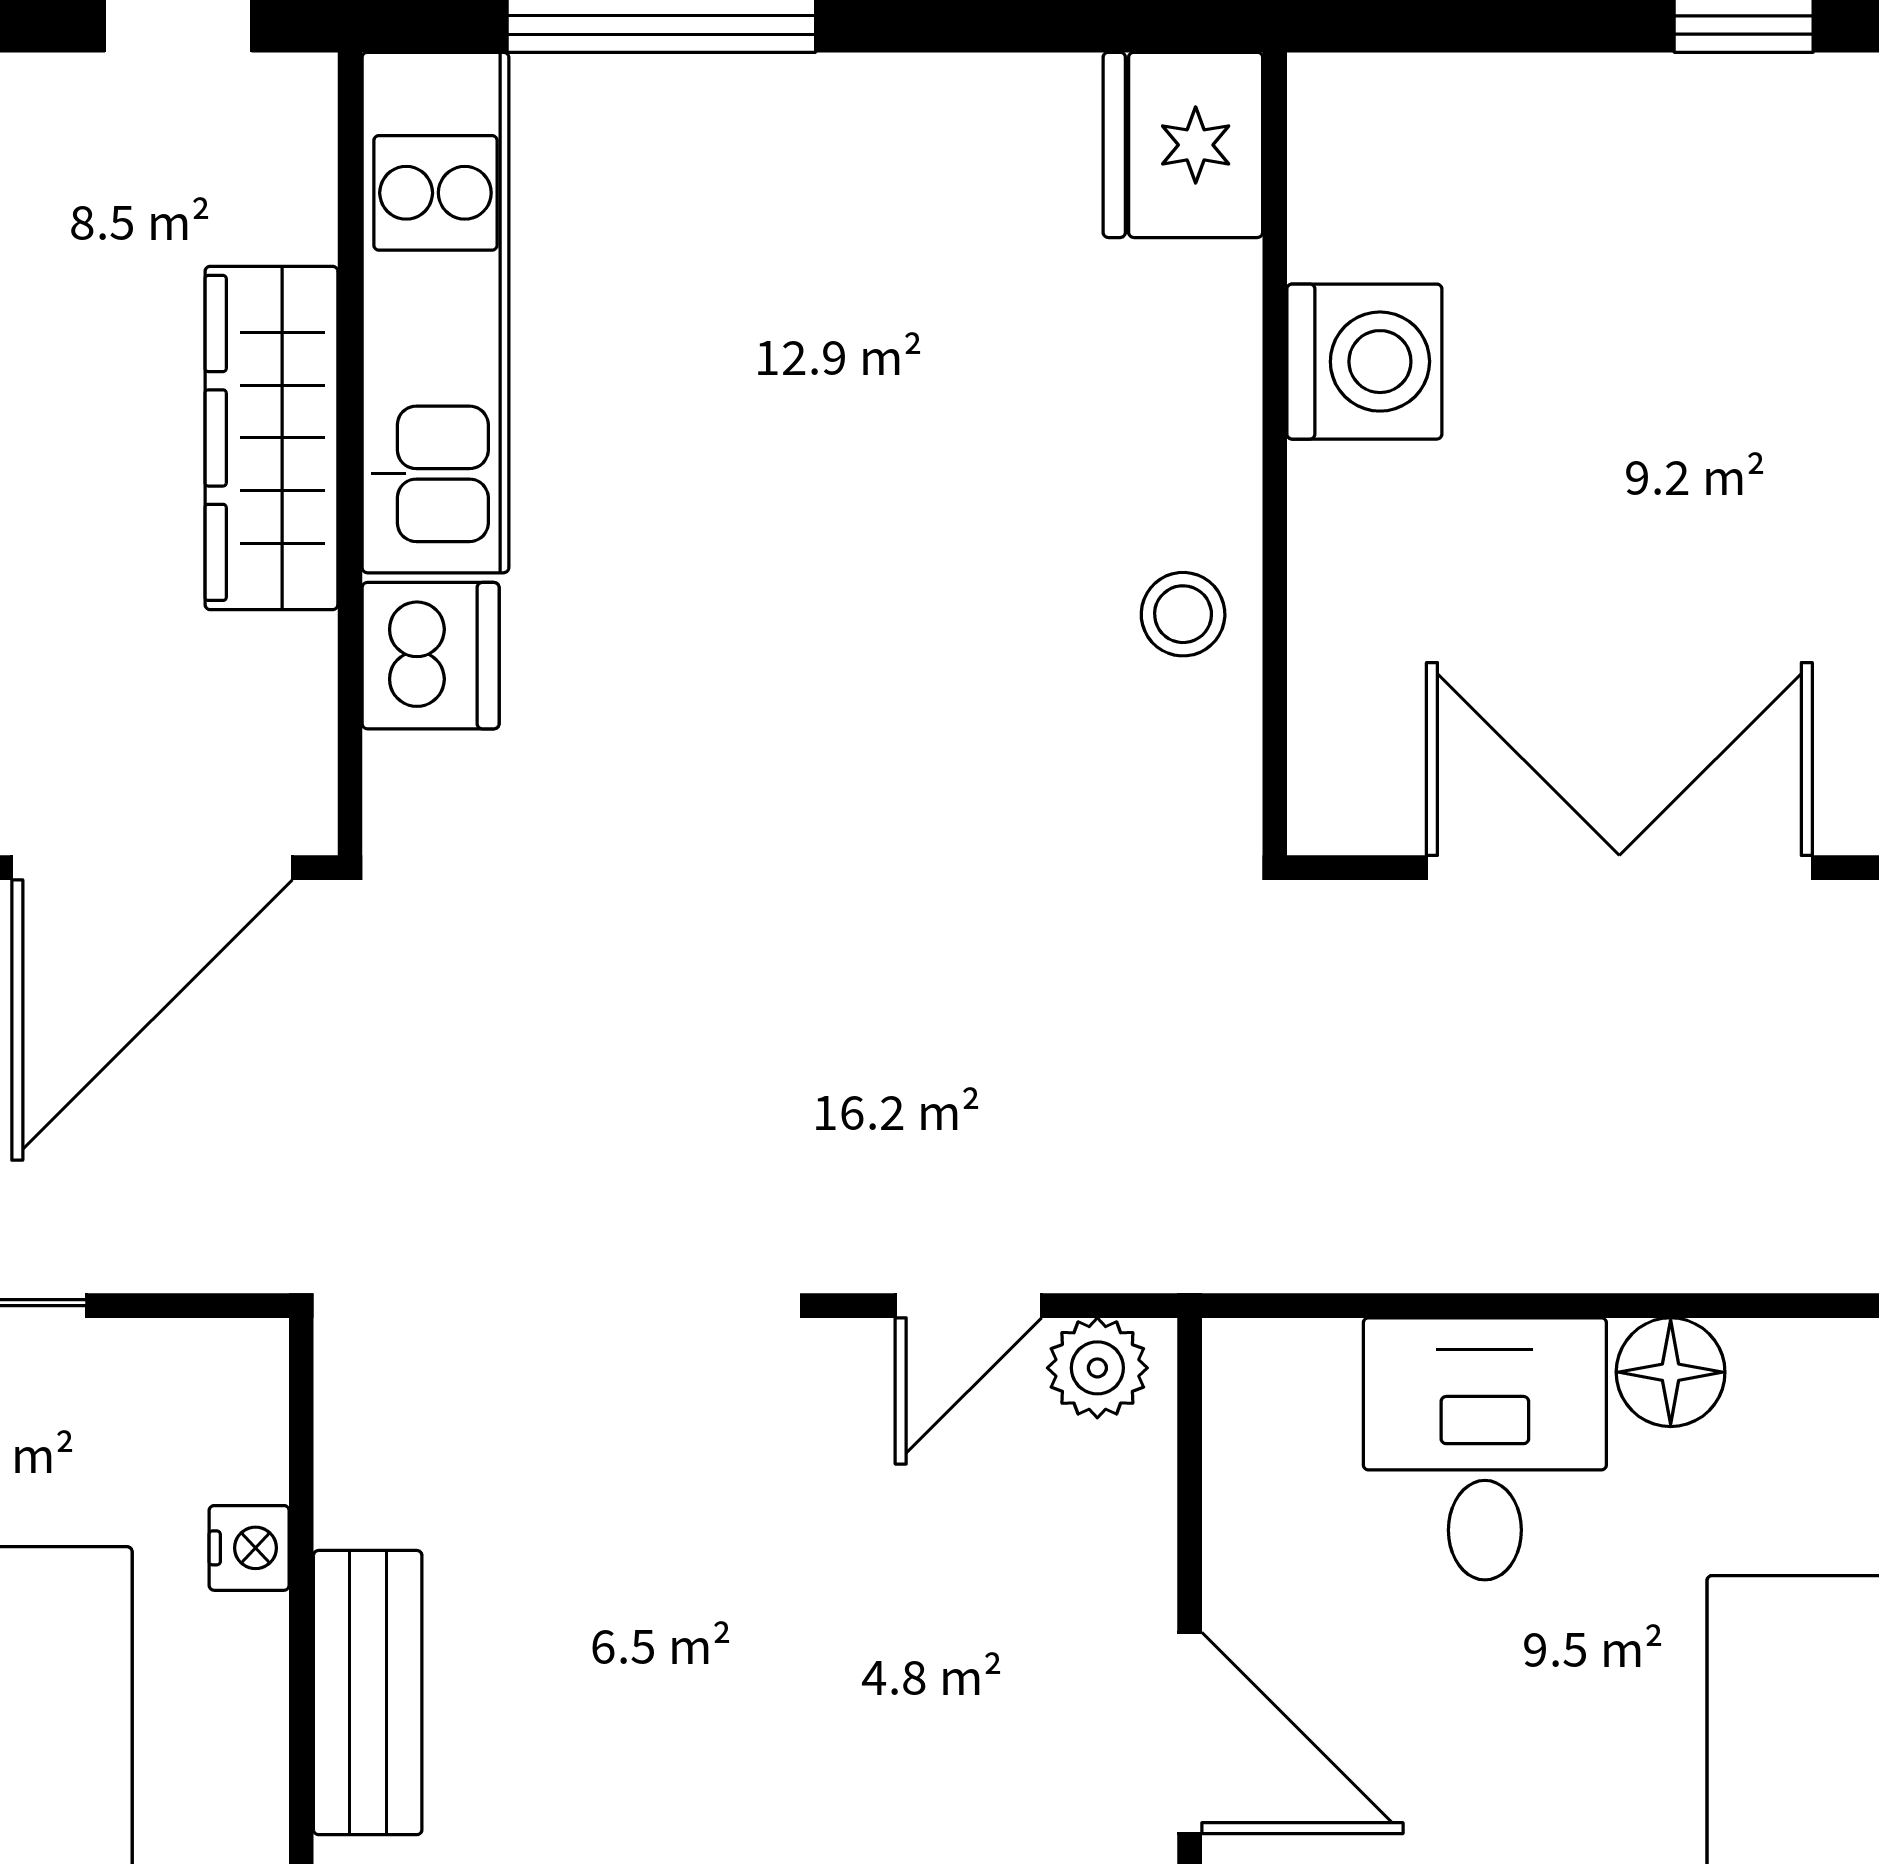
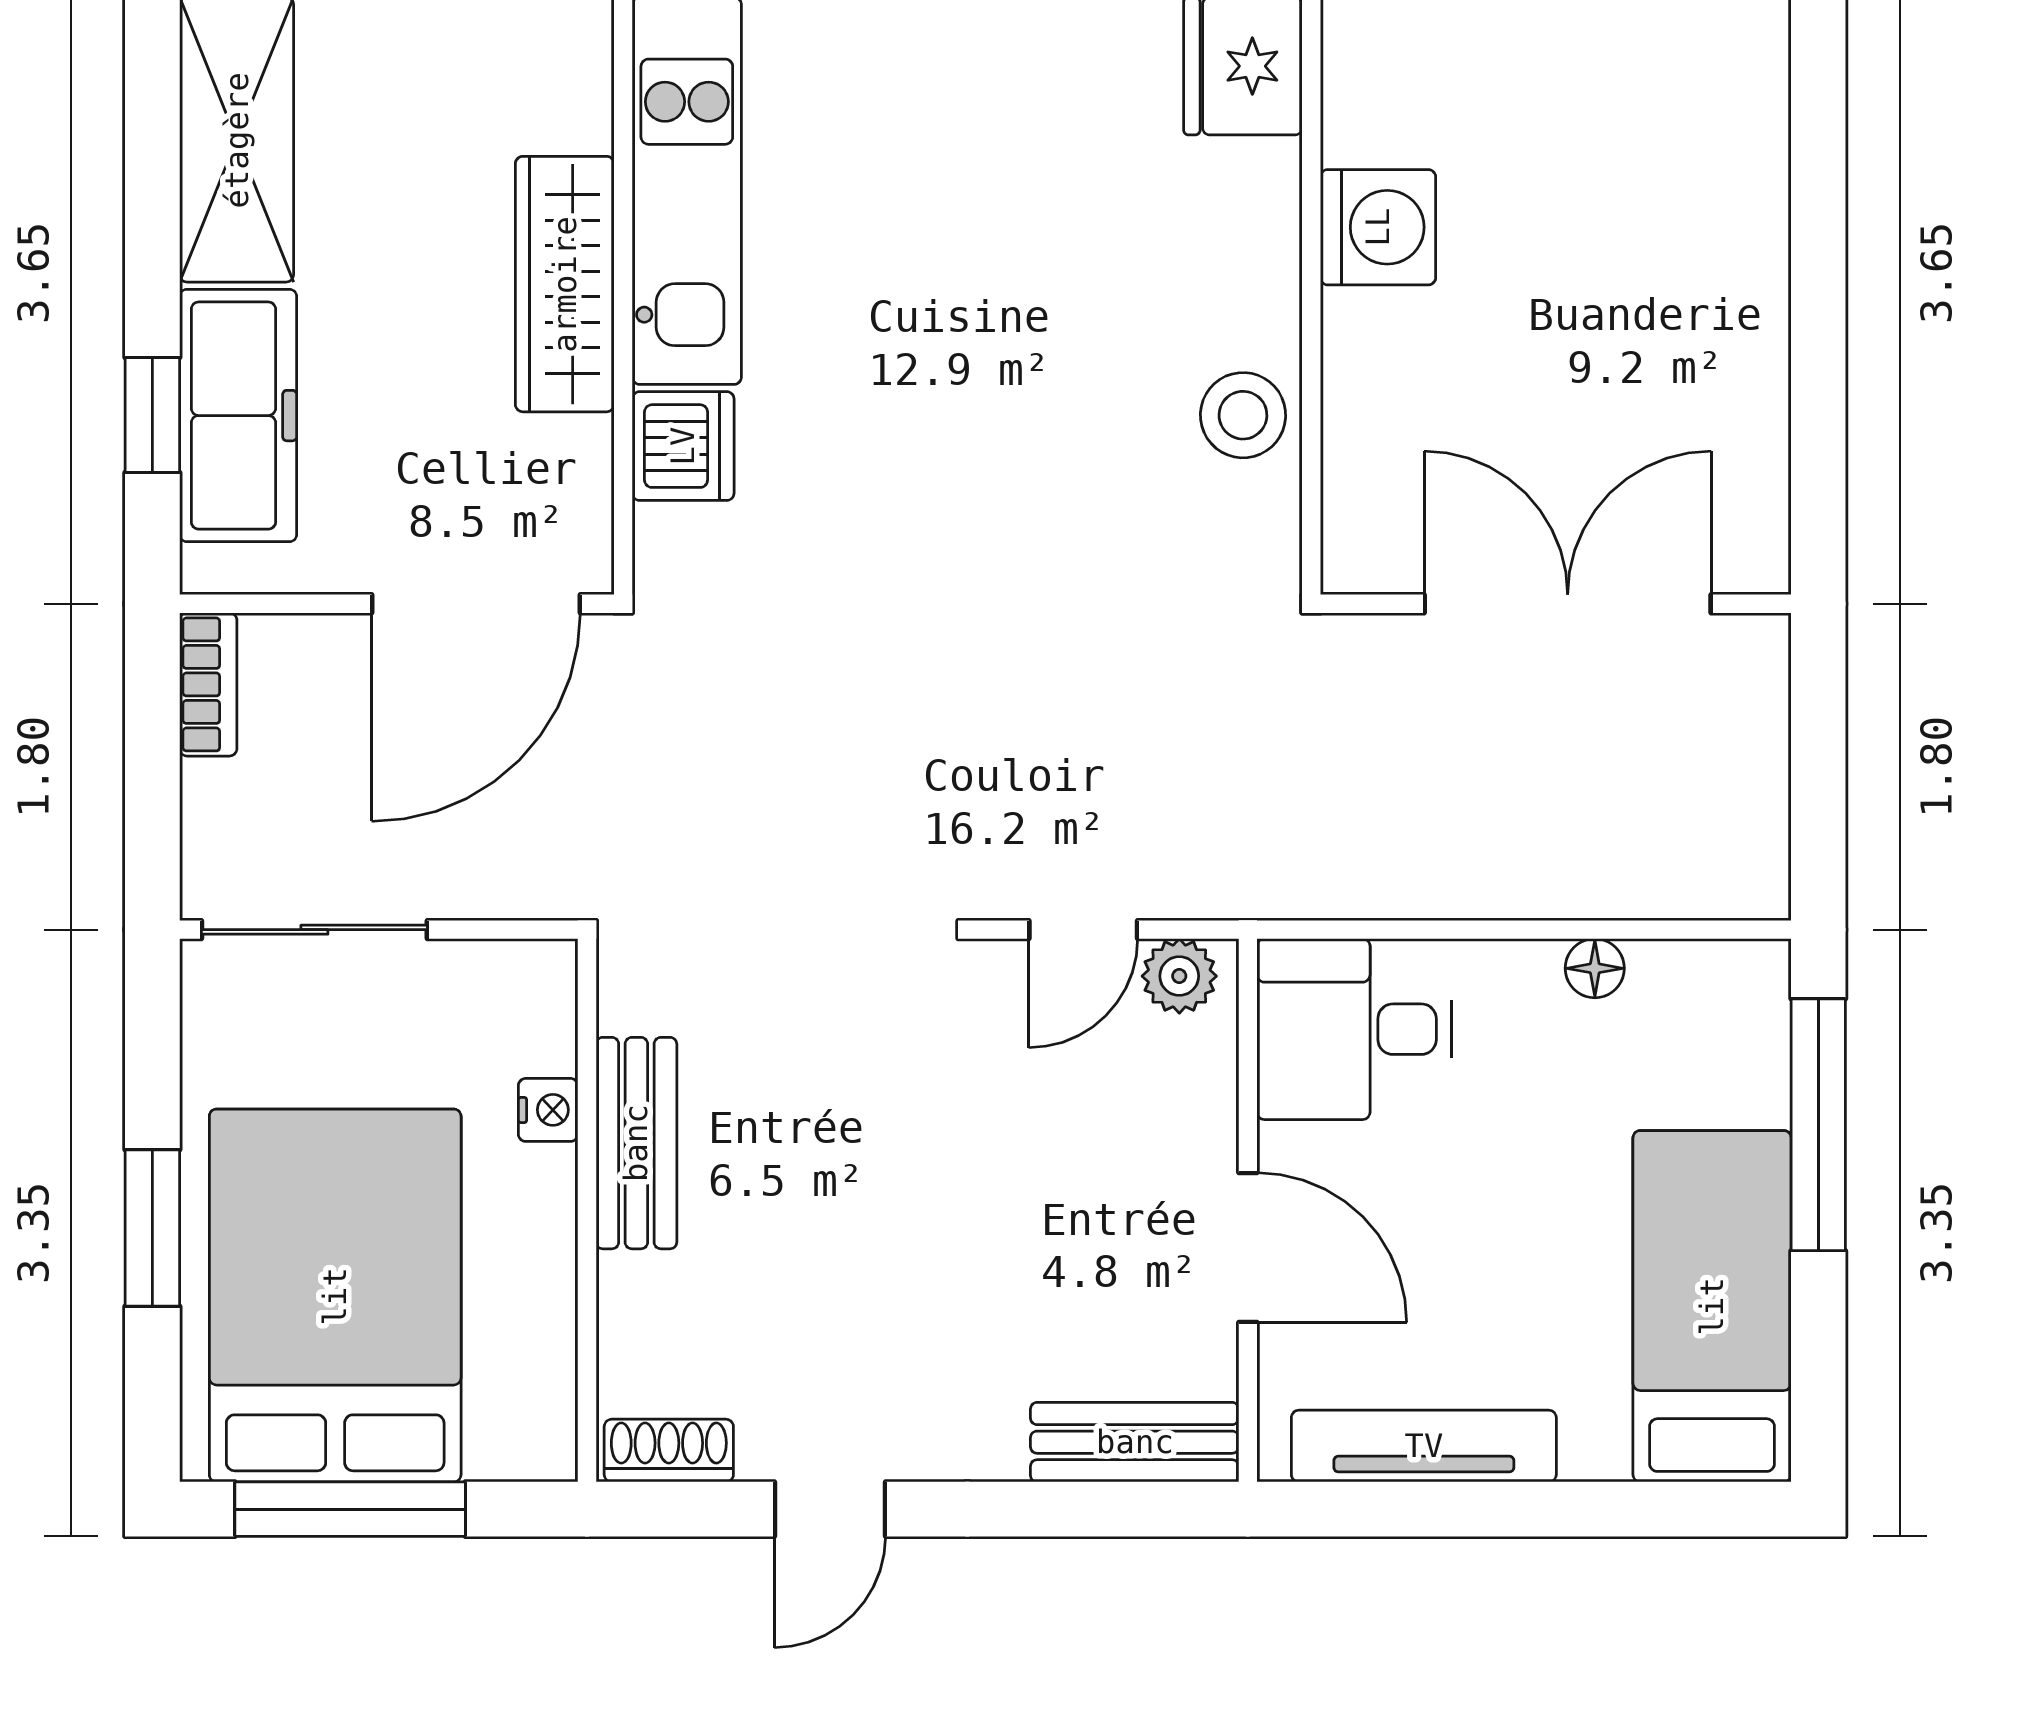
stool: (1183, 614) -> (1243, 415), width x1.37, depth x1.37
floor lamp: (1671, 1372) -> (1595, 968), width x0.73, depth x0.73
desk: (1485, 1449) -> (1354, 1029), moved, turned -90
bench: (368, 1693) -> (636, 1143), moved

